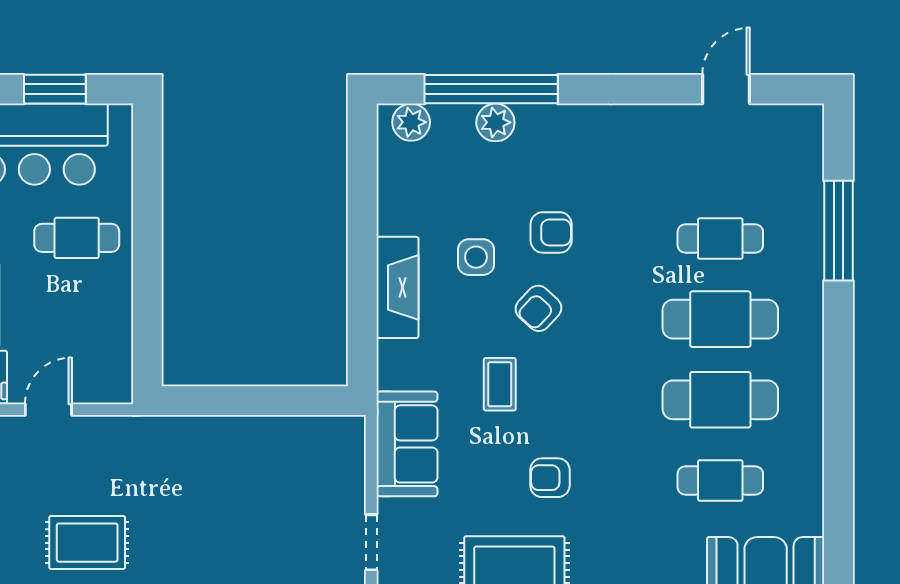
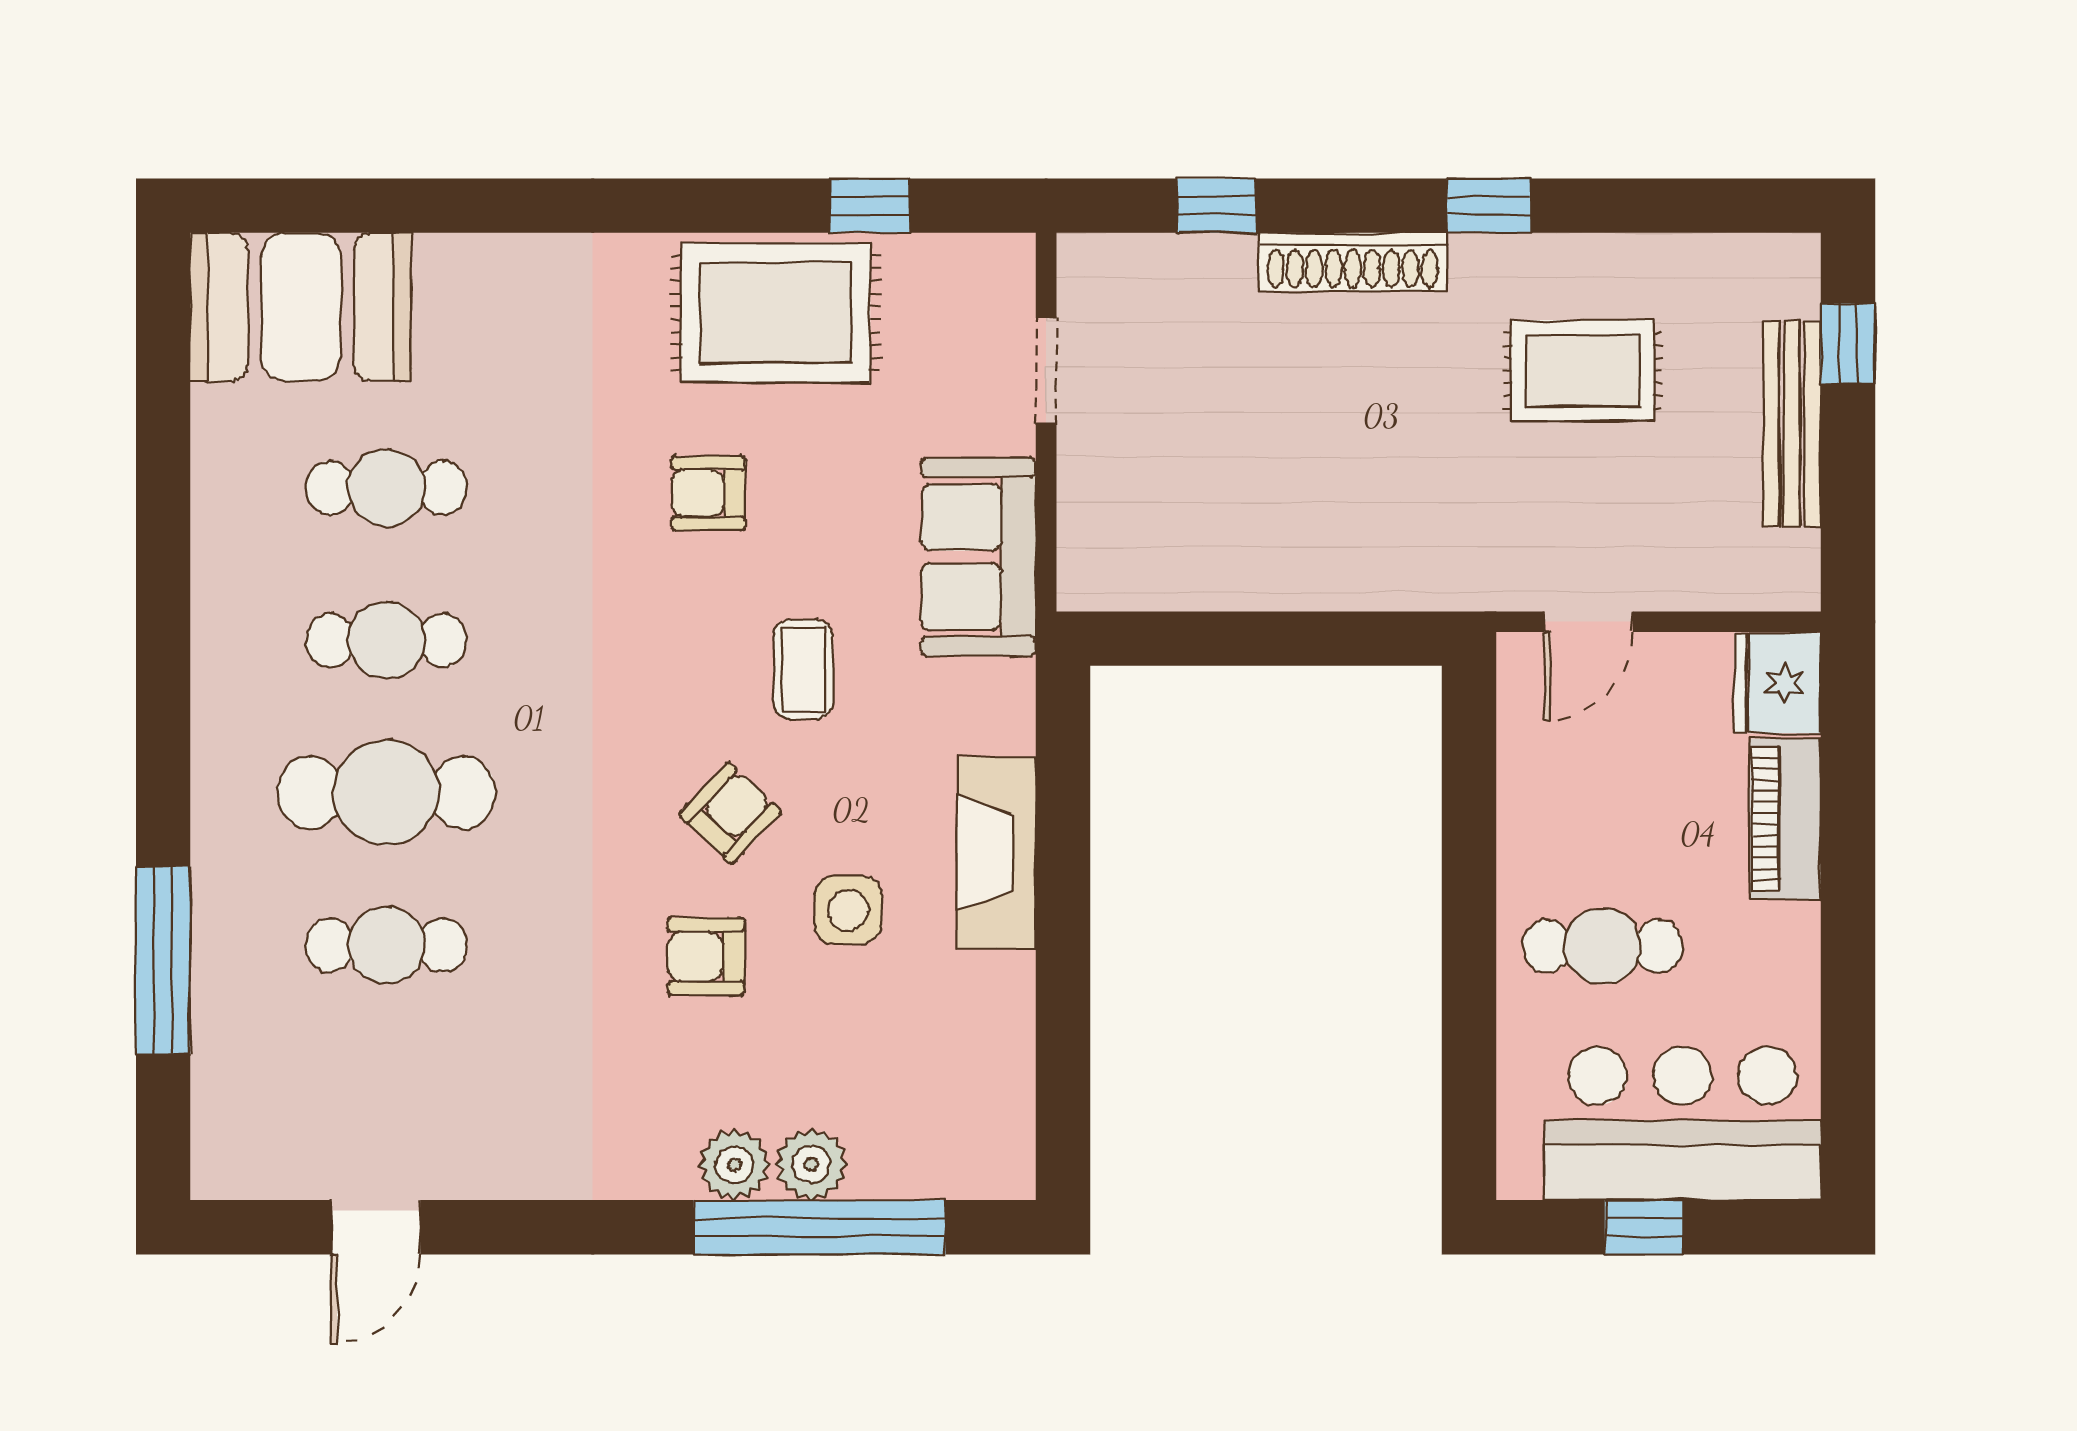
window: (55, 89) -> (1644, 1227), width x0.67
plant: (411, 122) -> (734, 1165), moved
cafe table: (720, 400) -> (386, 640), width x0.73, depth x0.74
door: (48, 410) -> (1589, 622), moved
armchair: (550, 478) -> (708, 493), turned 180

